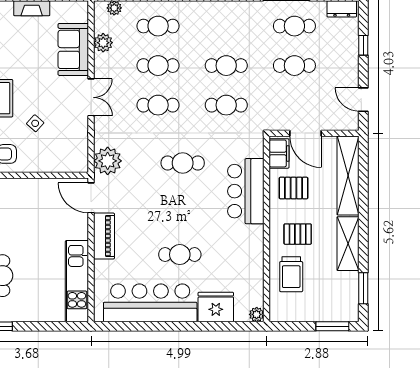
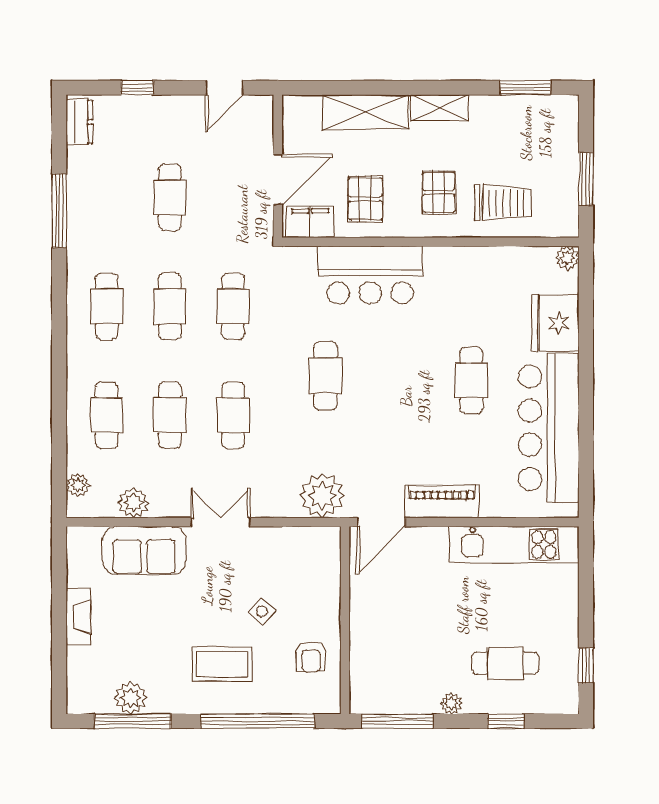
cafe table: (294, 26) -> (107, 306), moved
shelving: (348, 175) -> (365, 112), width x0.68
shelving: (348, 244) -> (440, 108), width x0.67, depth x0.75
window: (332, 326) -> (586, 179), moved

